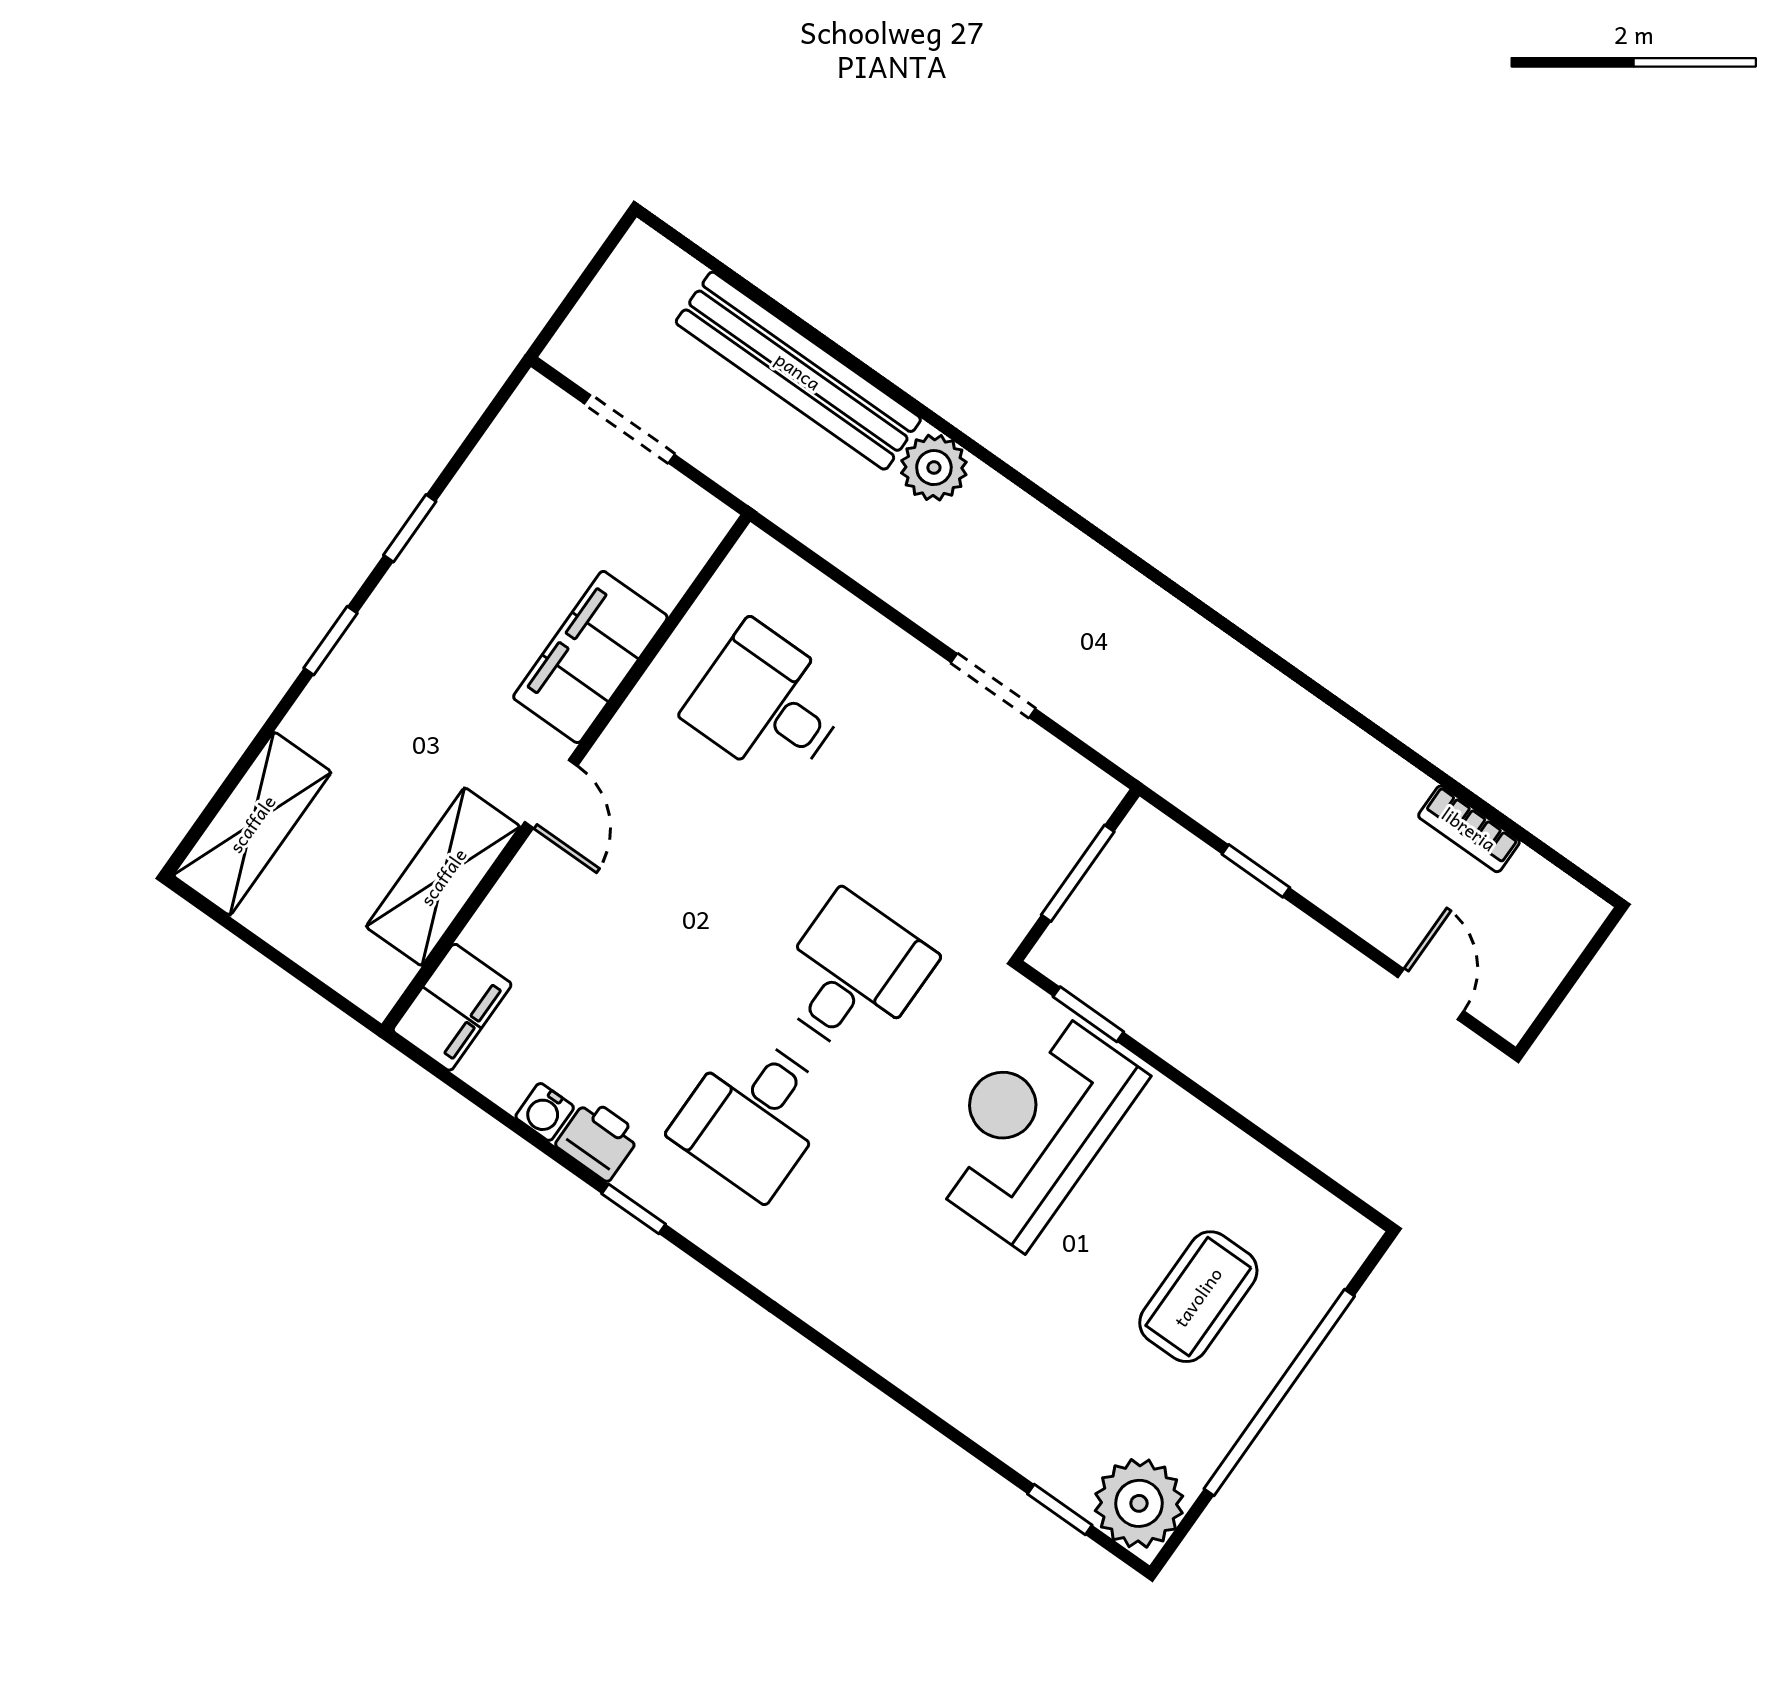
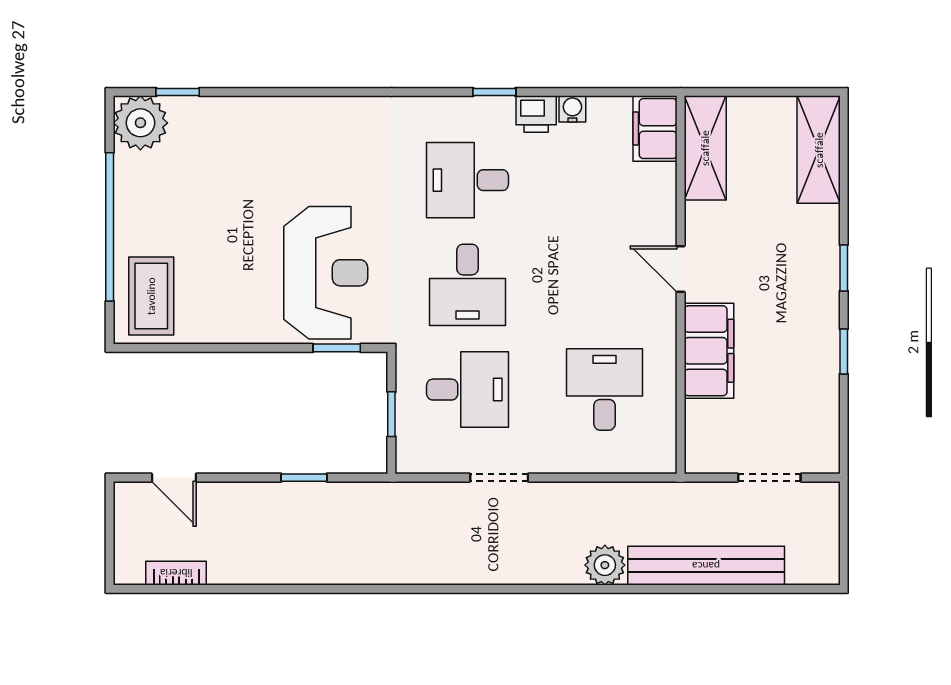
desk: (768, 704) -> (605, 390), turned -90
bookcase: (1469, 829) -> (176, 573), moved
desk: (952, 834) -> (468, 390), added
window: (1078, 873) -> (391, 414), width x0.67
shelving: (443, 877) -> (705, 148), moved
desk: (753, 1116) -> (468, 180), turned -90
coffee table: (1198, 1297) -> (151, 296), moved

